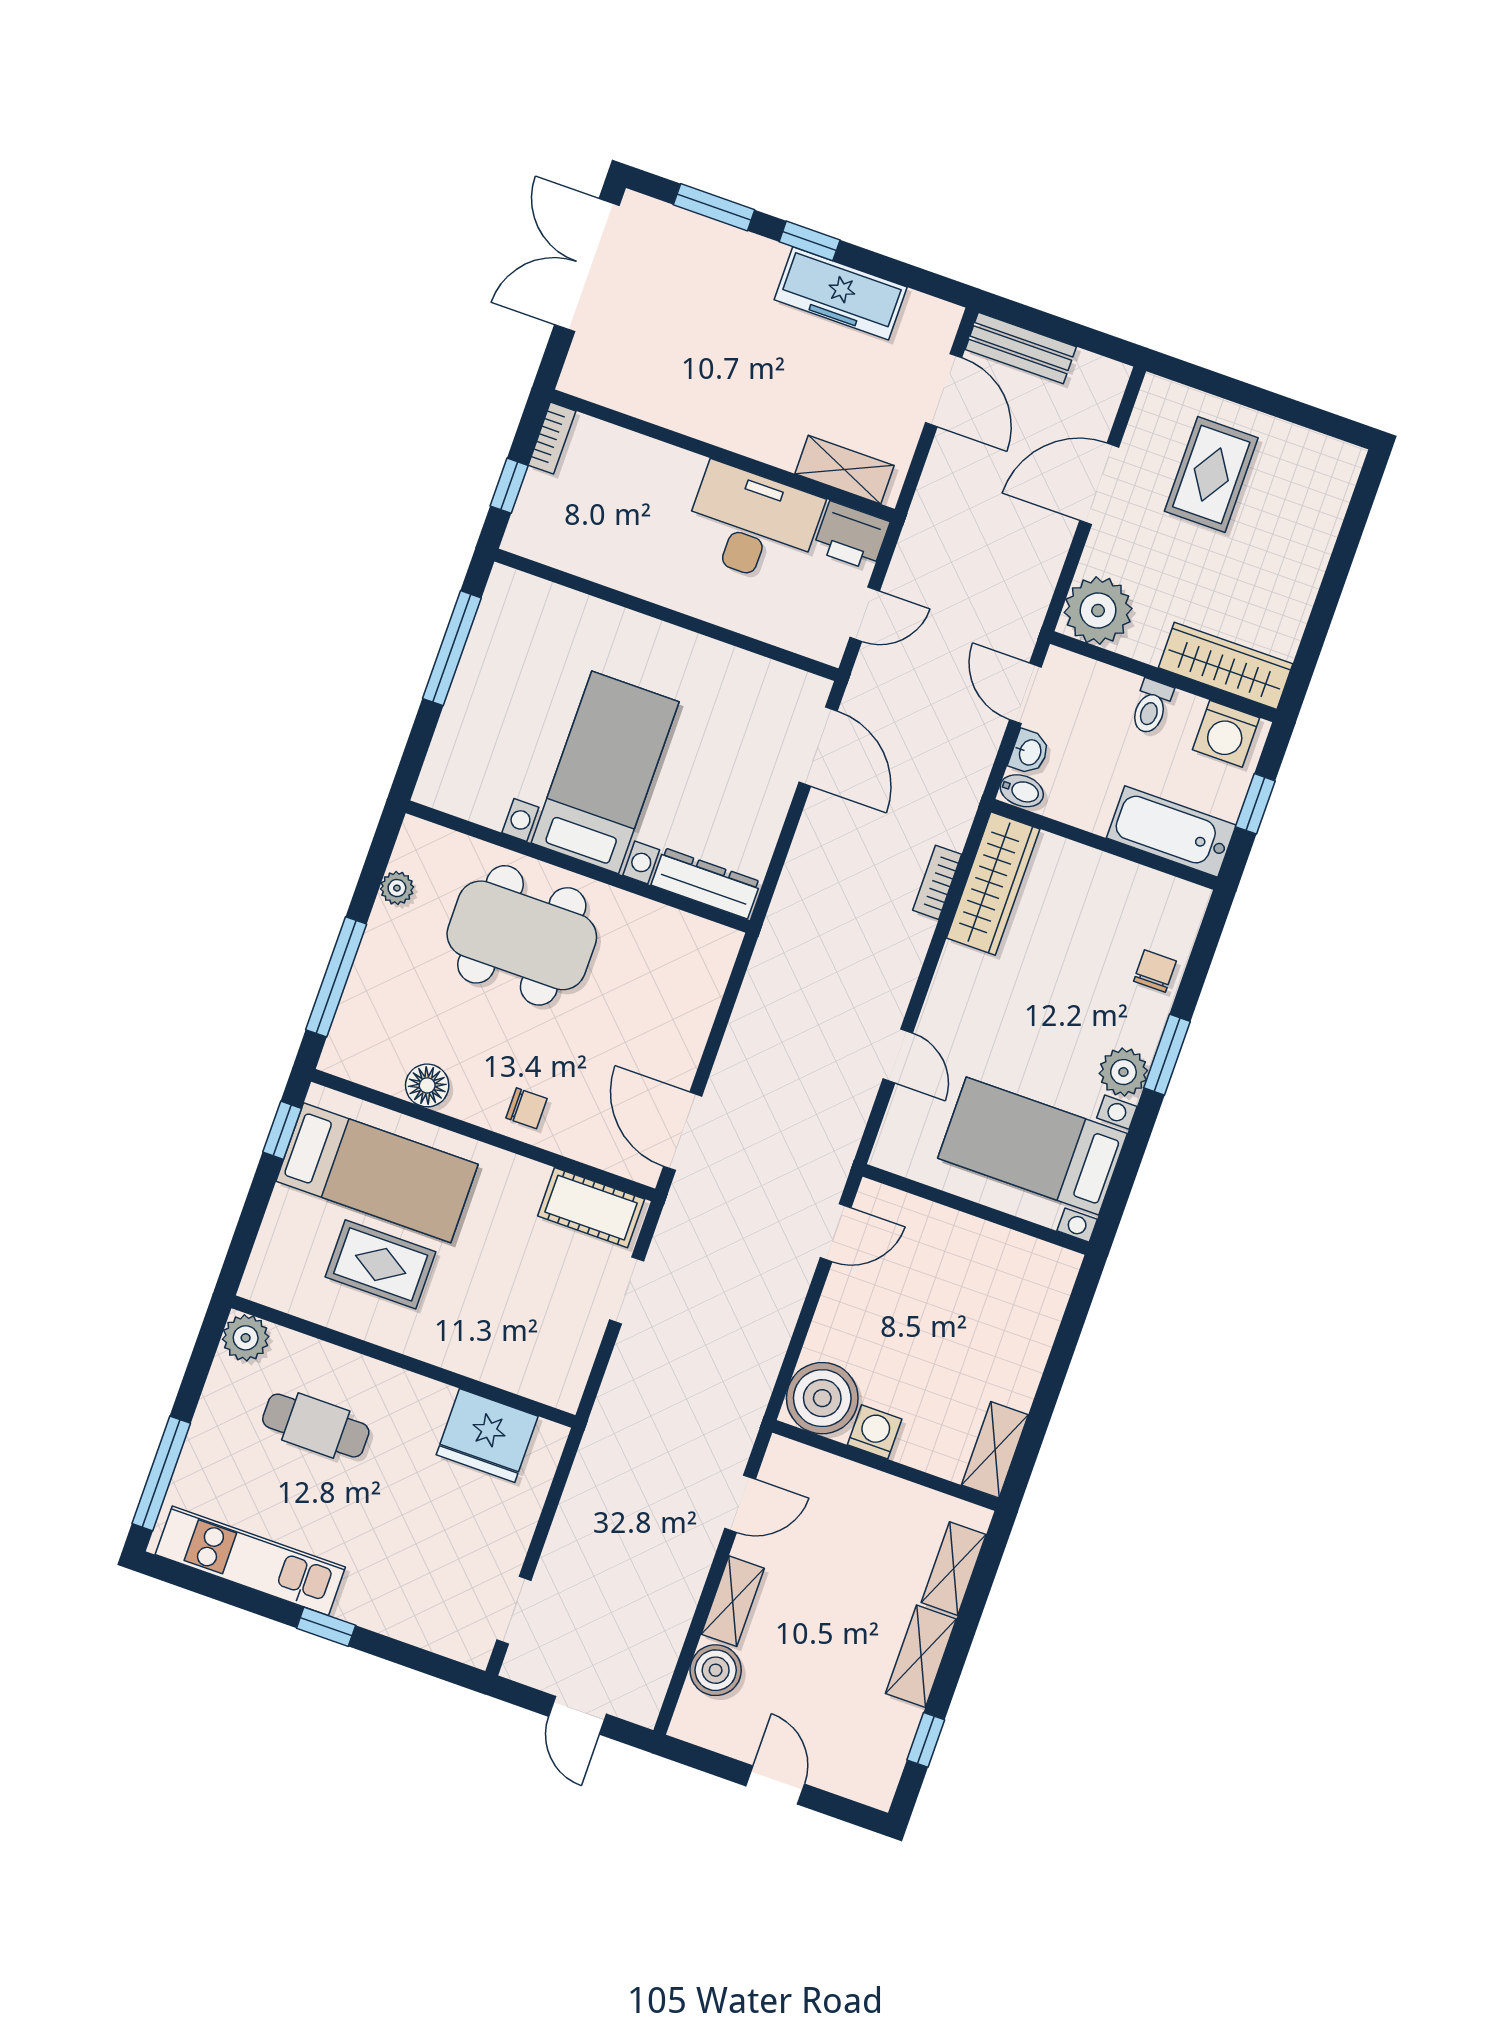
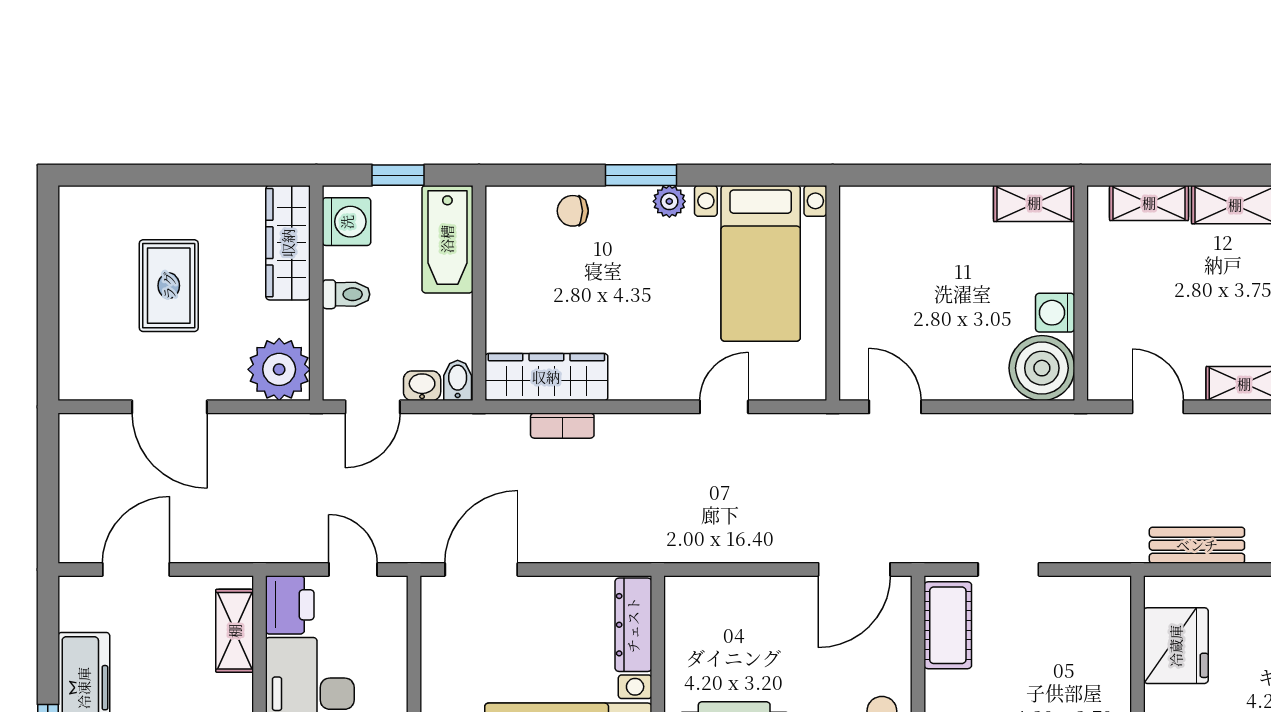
bench: (1021, 348) -> (1197, 545), moved, turned 90
rug: (1211, 475) -> (169, 286), moved, turned 90
plant: (1123, 1072) -> (669, 201), width x0.73, depth x0.73

